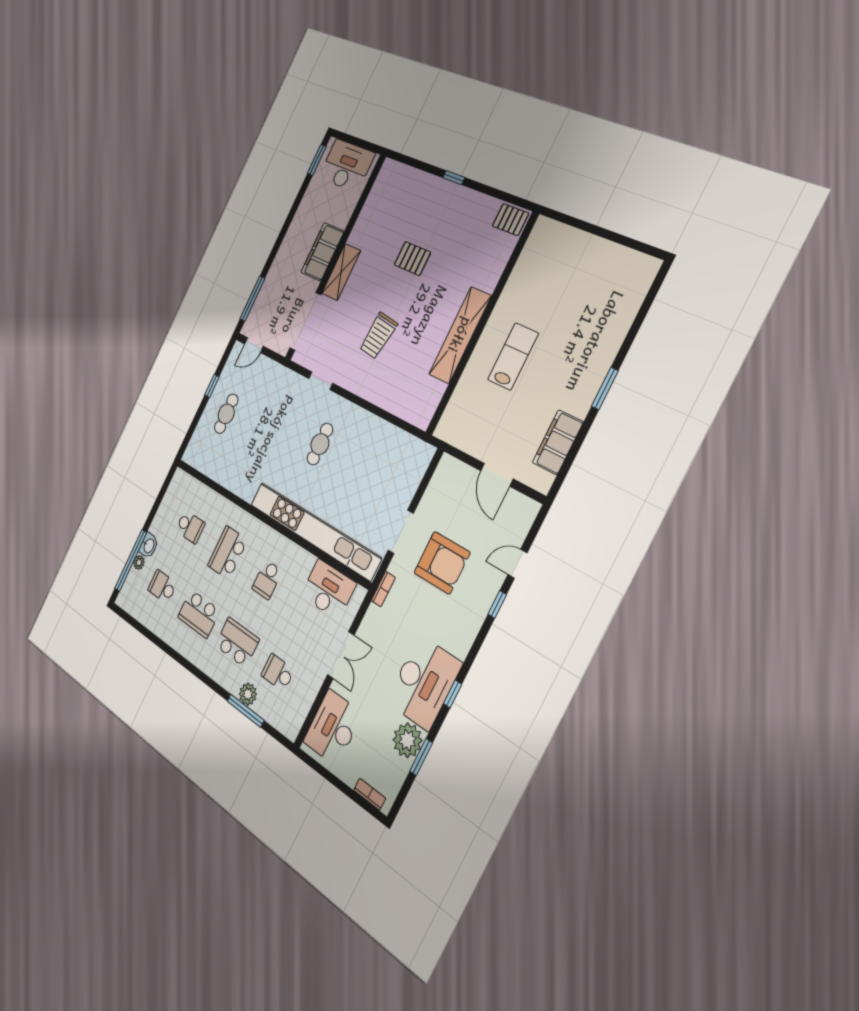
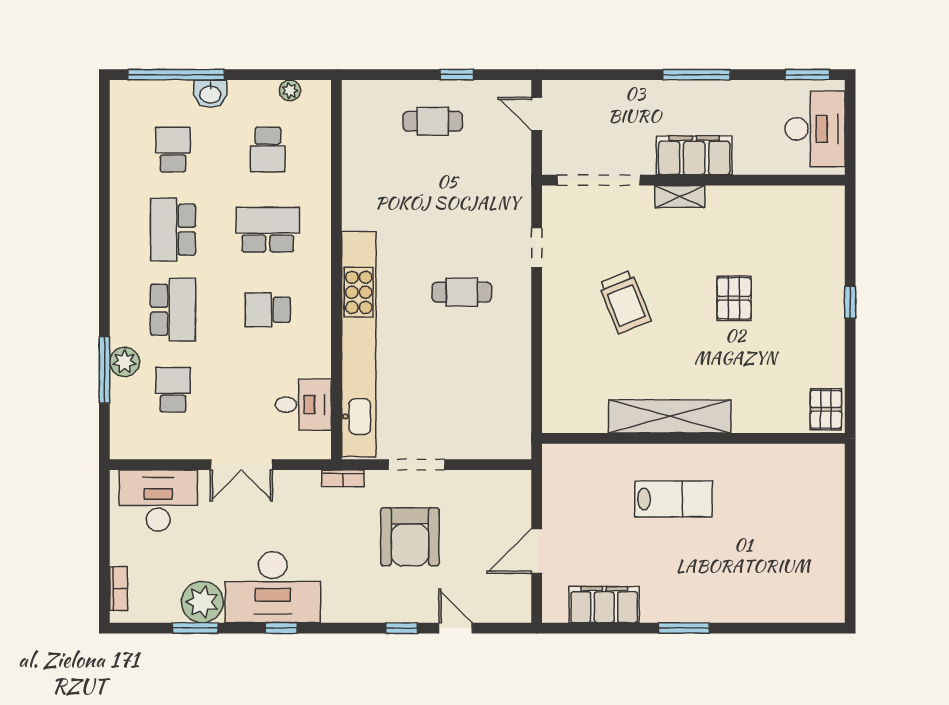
shelving: (341, 272) -> (680, 196), width x0.67, depth x0.75
window: (252, 299) -> (696, 75), moved
trolley: (378, 336) -> (625, 302), turned -119
plant: (139, 562) -> (290, 90), moved
desk: (328, 590) -> (303, 405), width x0.73

